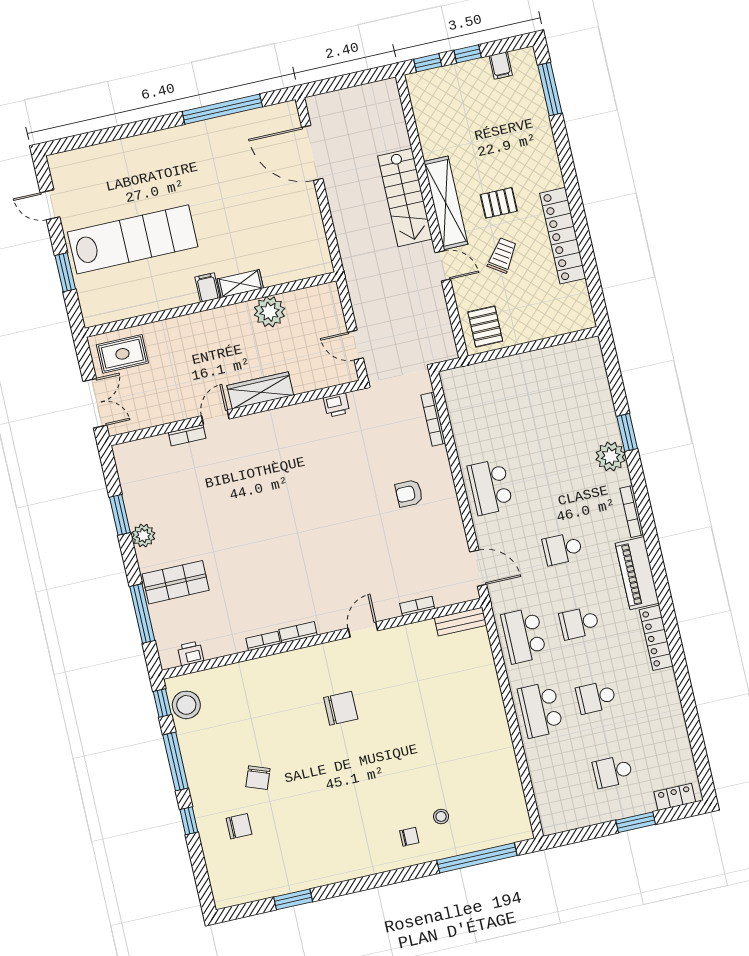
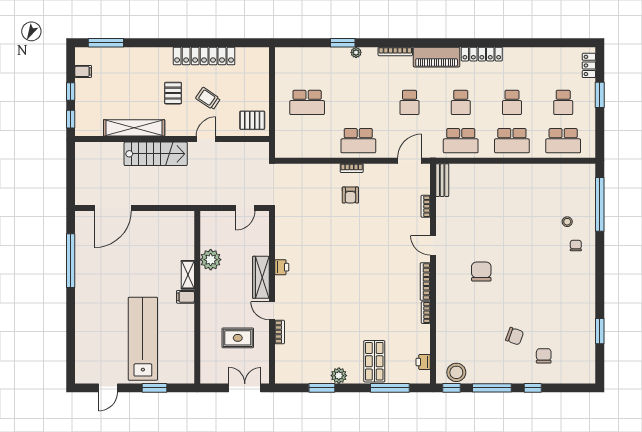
shelving: (446, 203) -> (134, 128), moved
rug: (122, 354) -> (238, 338), moved, turned 90
school desk: (529, 400) -> (307, 102), added
printer: (337, 405) -> (282, 267), moved
bookcase: (433, 419) -> (352, 168), moved, width x0.64
plant: (611, 456) -> (356, 52), width x0.53, depth x0.53
bookcase: (298, 632) -> (425, 281), width x1.56
school desk: (557, 784) -> (563, 141), added

